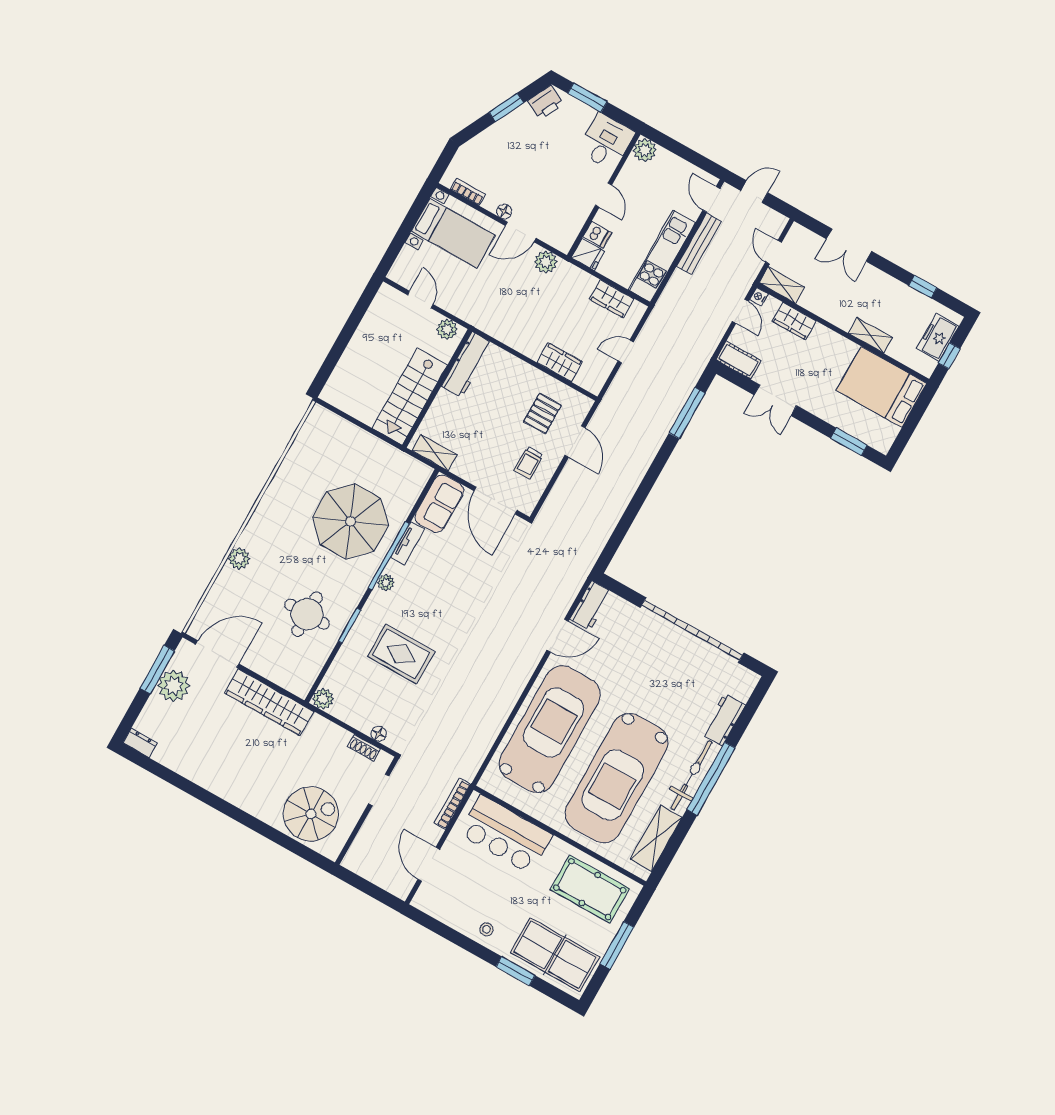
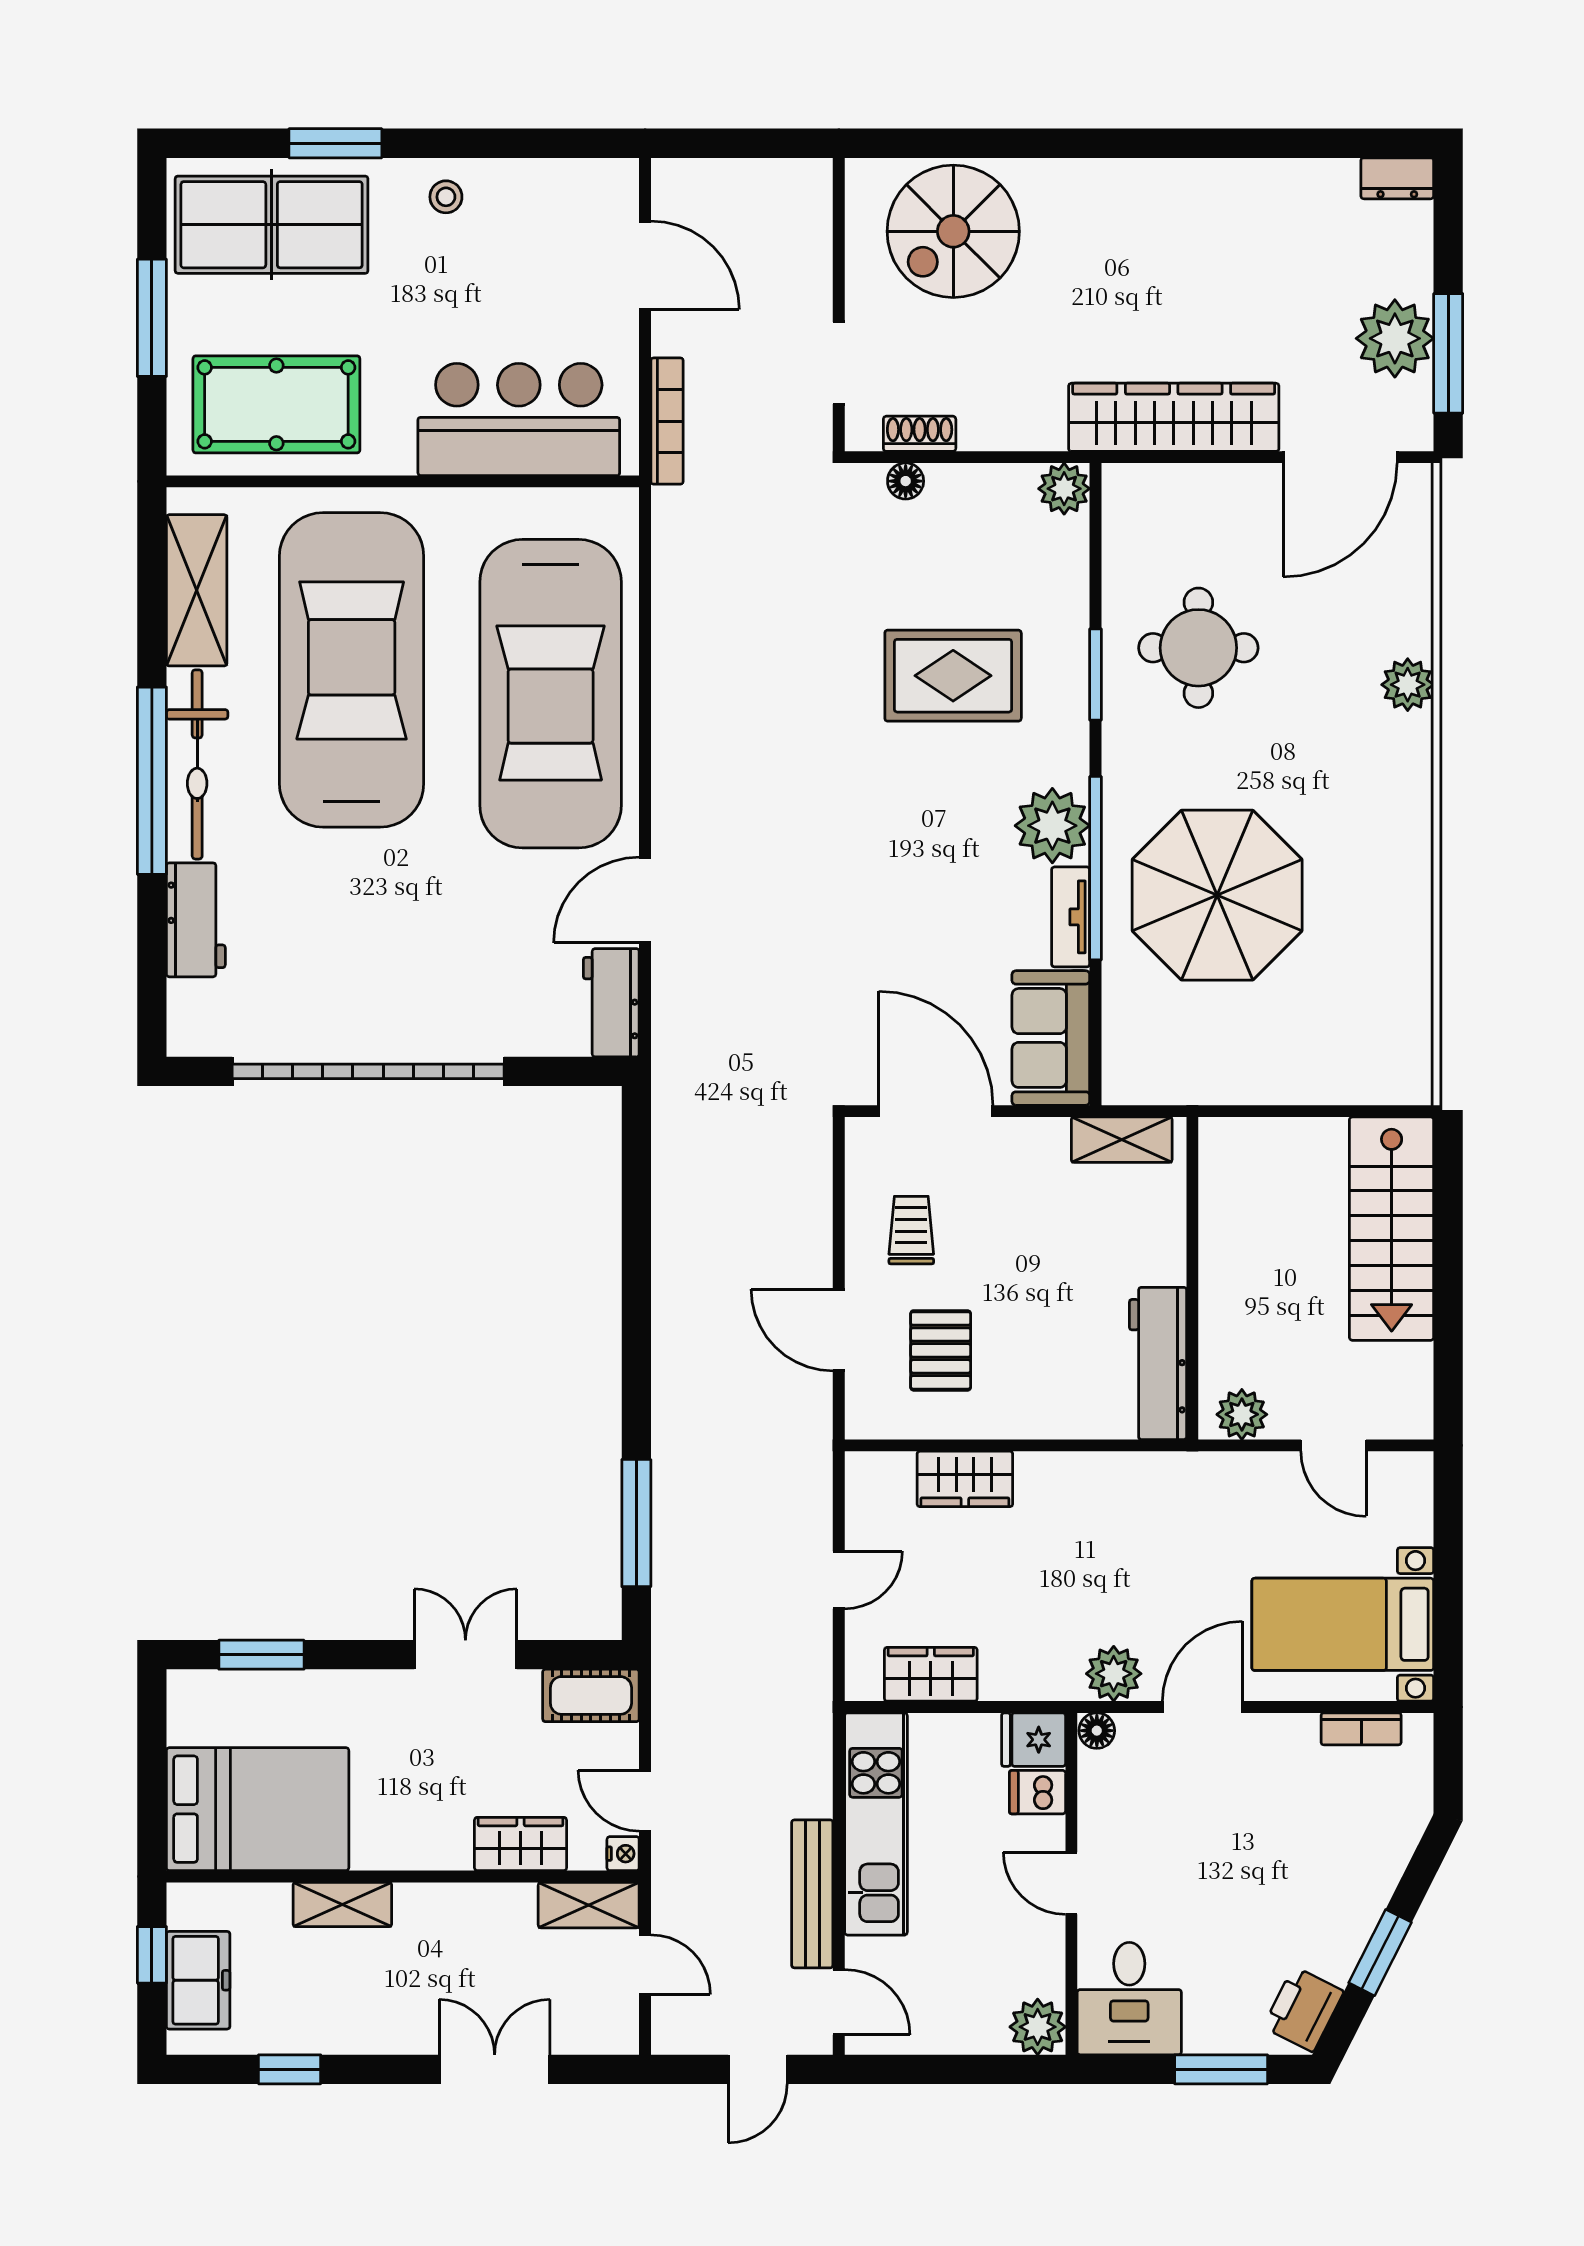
floor lamp: (504, 212) -> (1097, 1731), moved
stairs: (410, 396) -> (1392, 1229), moved, turned 180
plant: (386, 583) -> (1052, 826), width x1.88, depth x1.88

